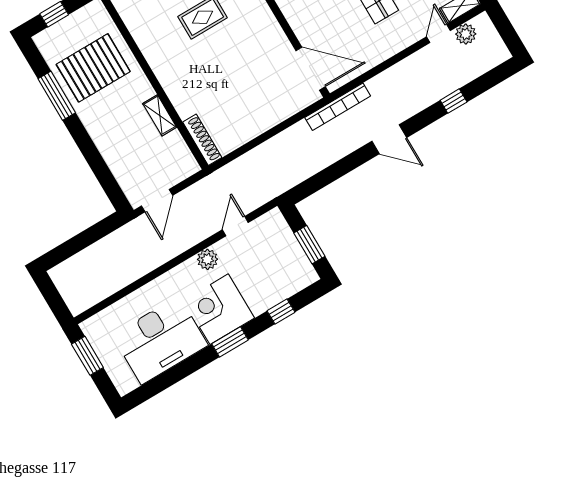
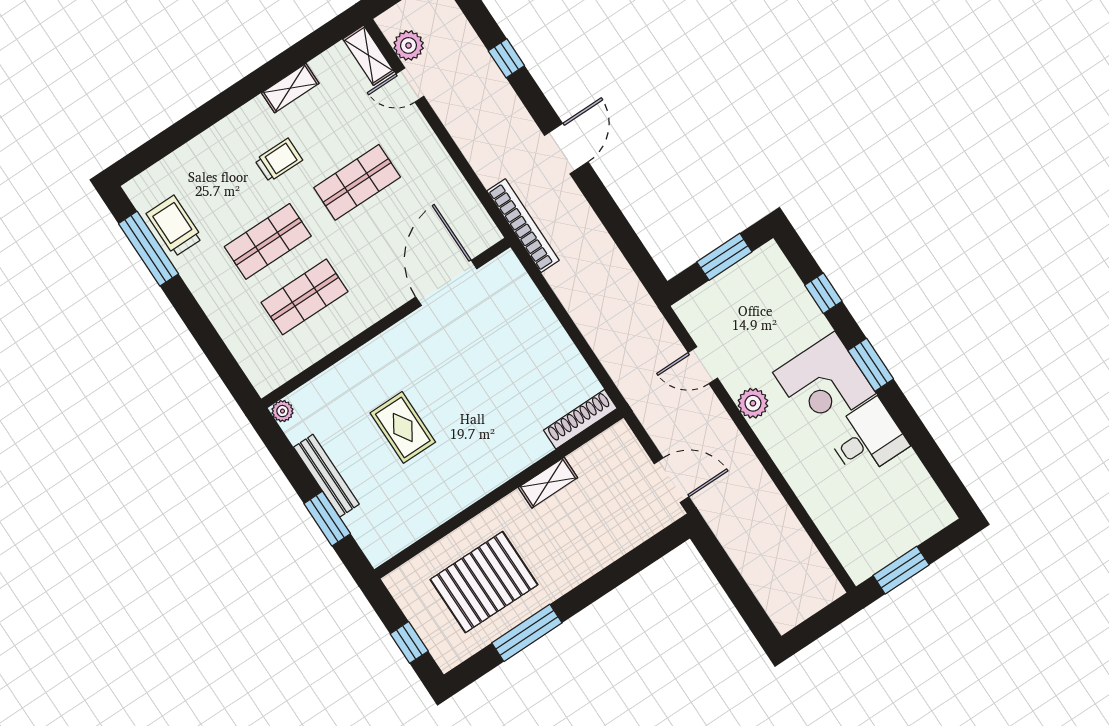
pallet: (93, 68) -> (484, 582), turned 90
door: (311, 69) -> (446, 283), moved
desk: (160, 340) -> (867, 439), width x0.53, depth x0.77

